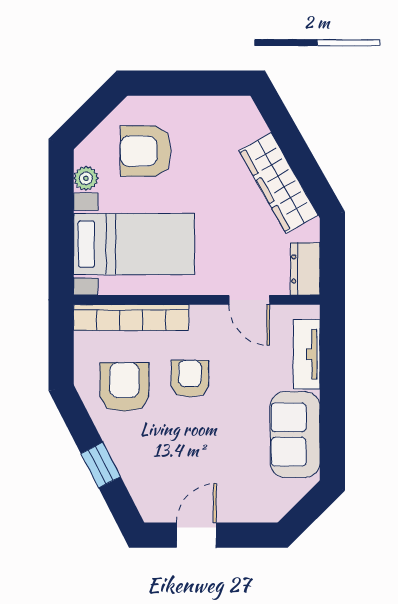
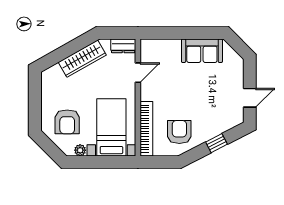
tv unit: (307, 354) -> (164, 45), removed
armchair: (190, 379) -> (175, 101), removed
armchair: (124, 387) -> (179, 132), turned 90
door: (196, 535) -> (250, 98), swing flipped

